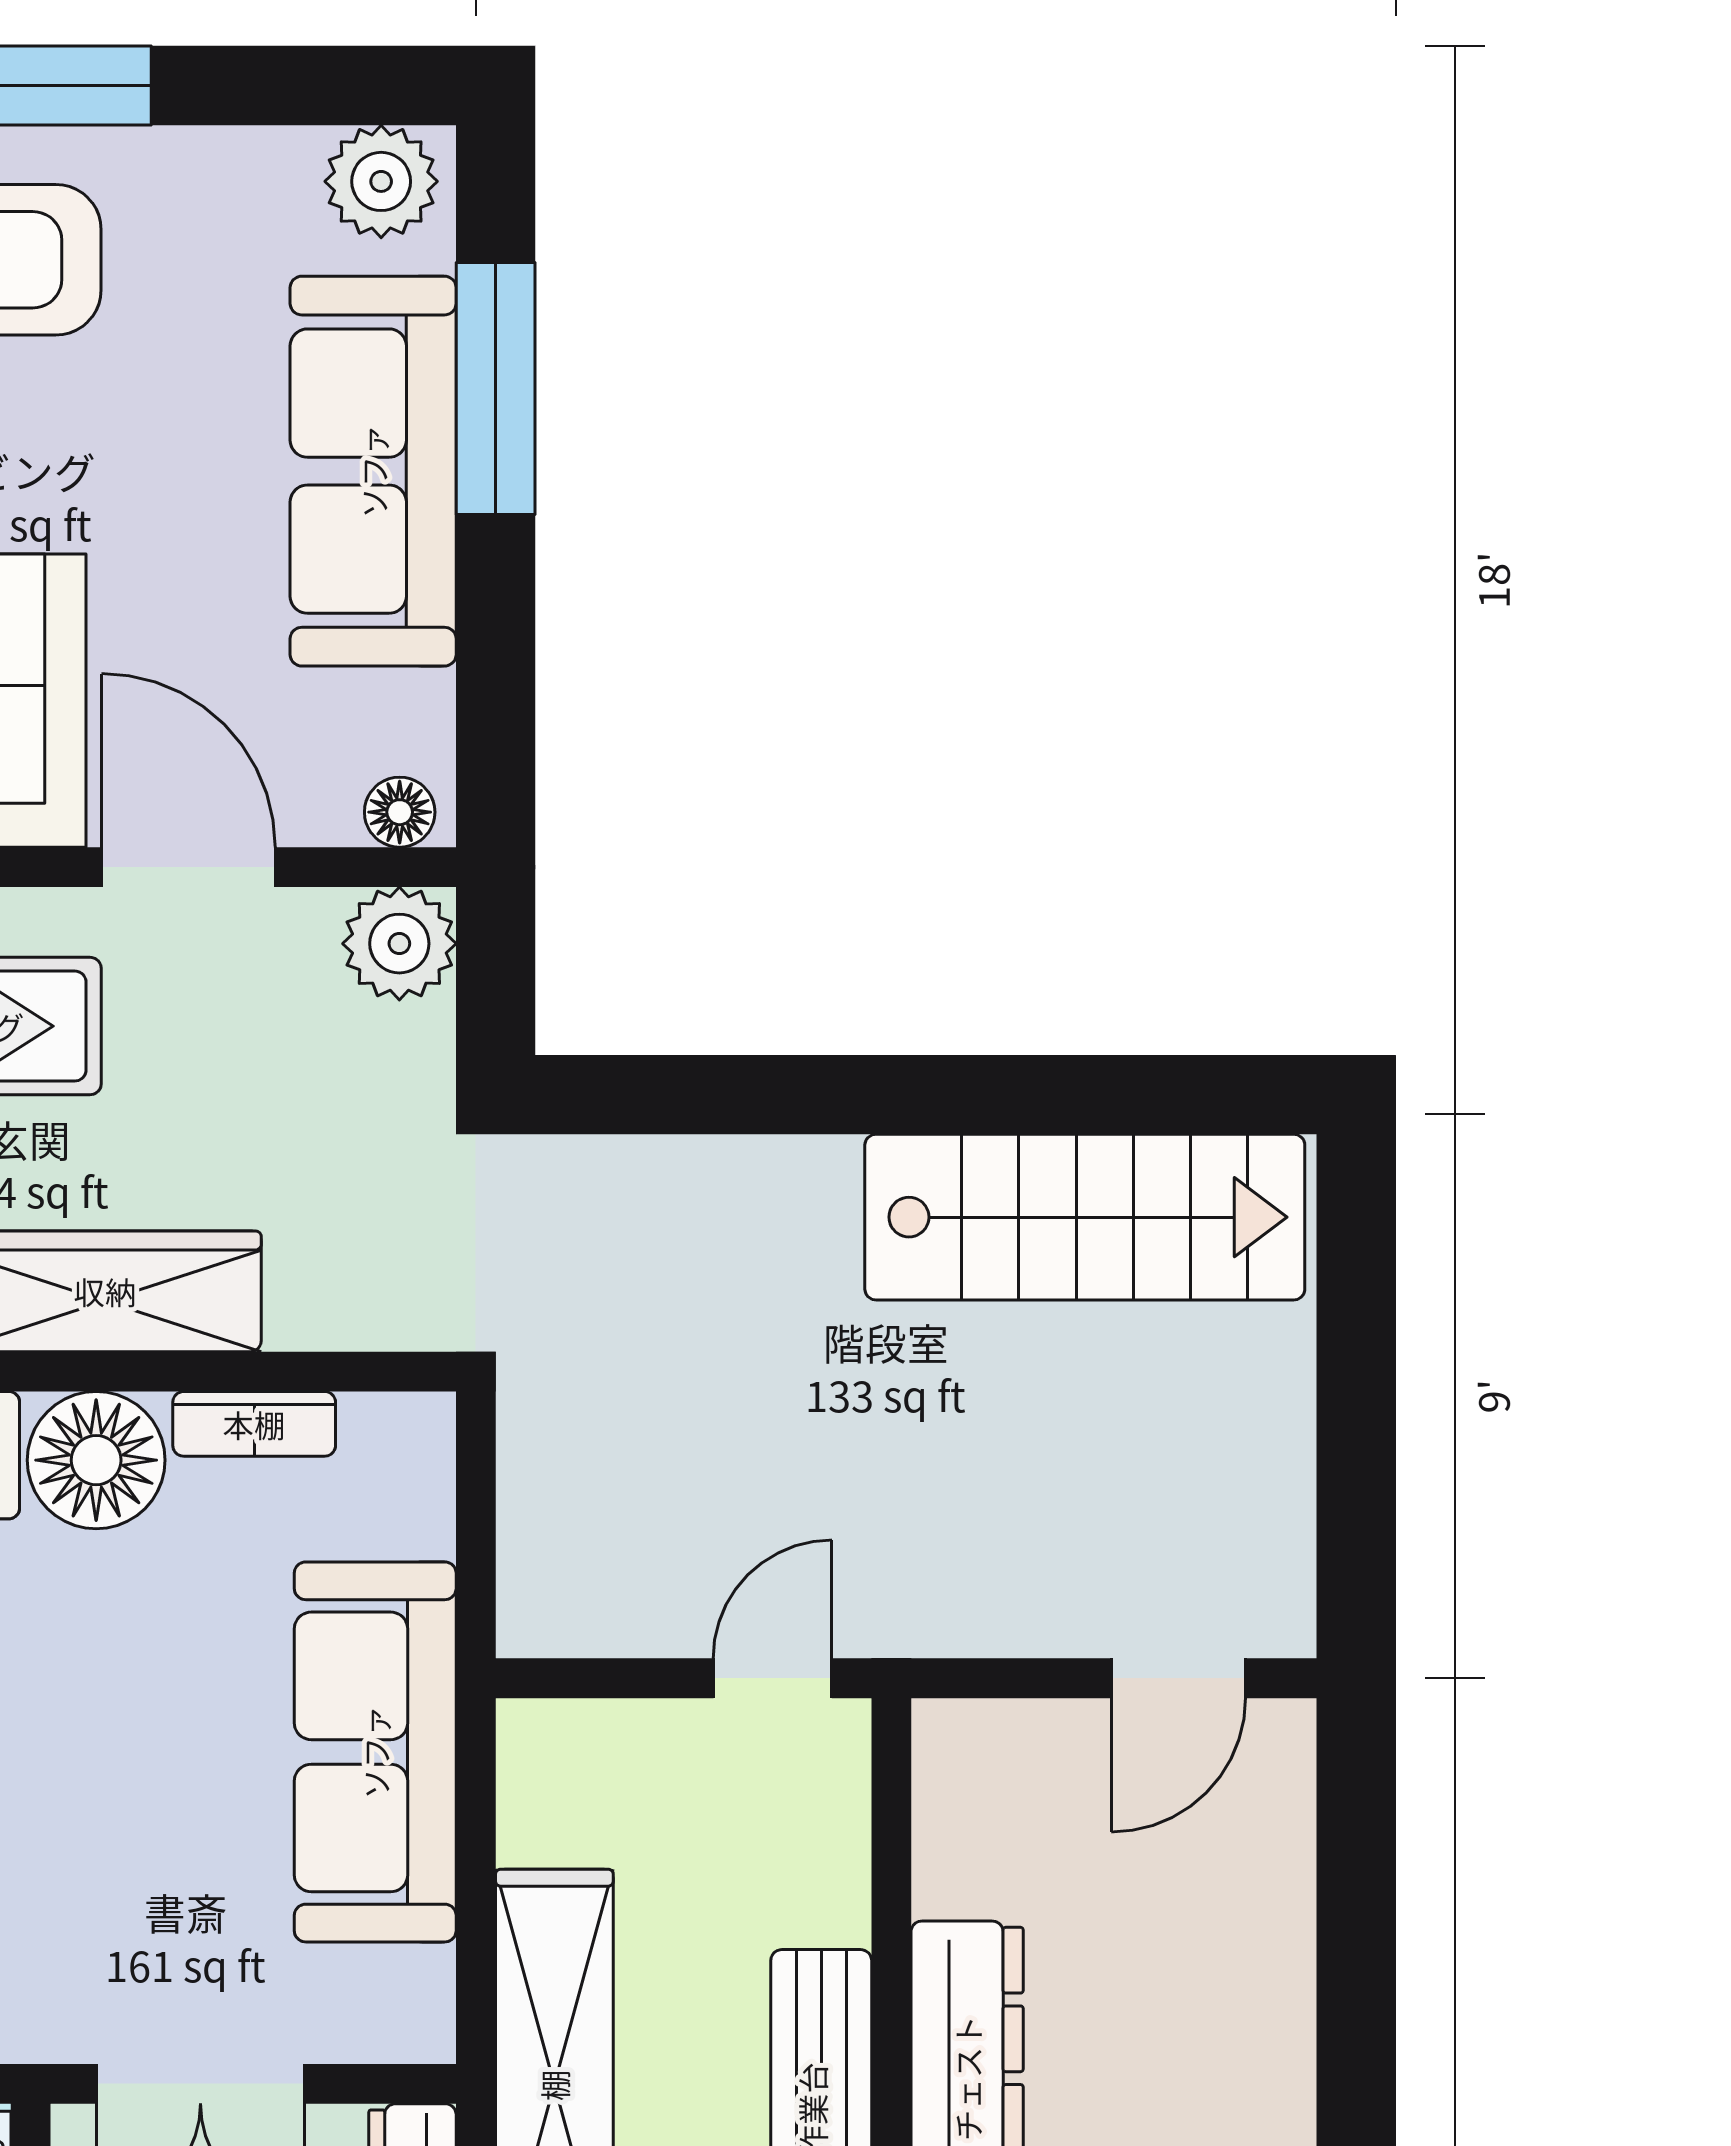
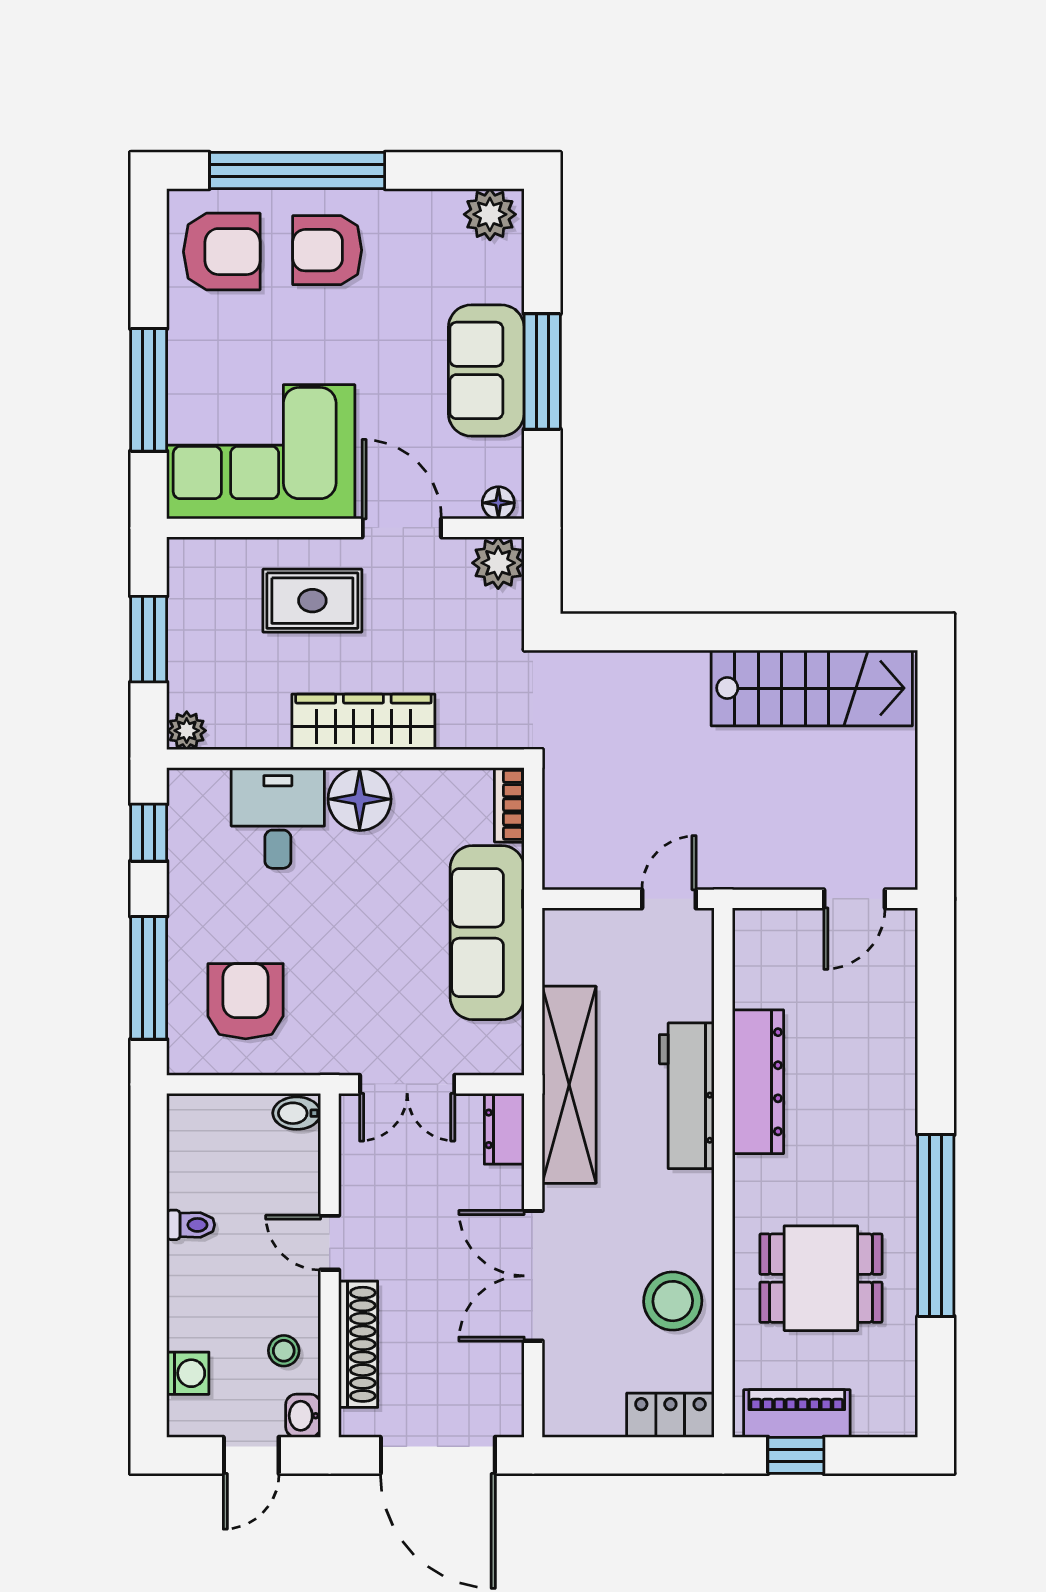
window: (496, 389) -> (542, 372), moved
sofa: (373, 471) -> (486, 370), width x0.73
bookcase: (254, 1424) -> (509, 805), moved, turned 90

